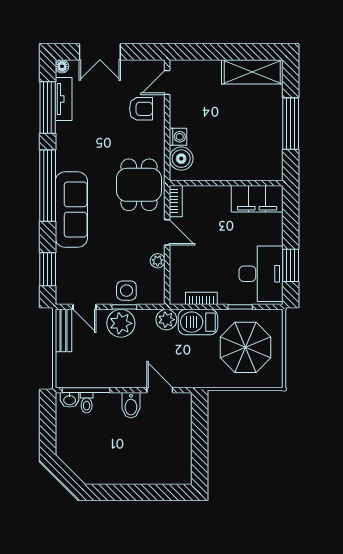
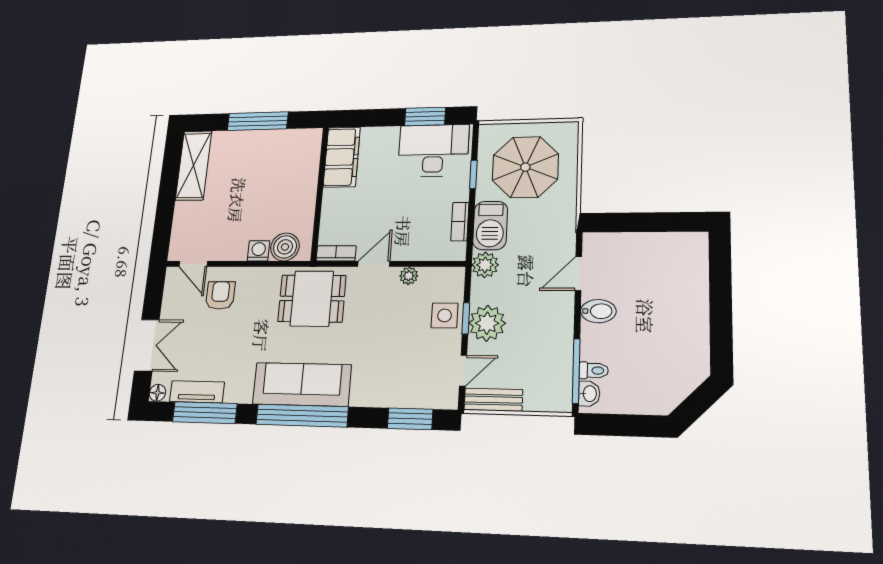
sofa: (71, 210) -> (302, 384), moved

